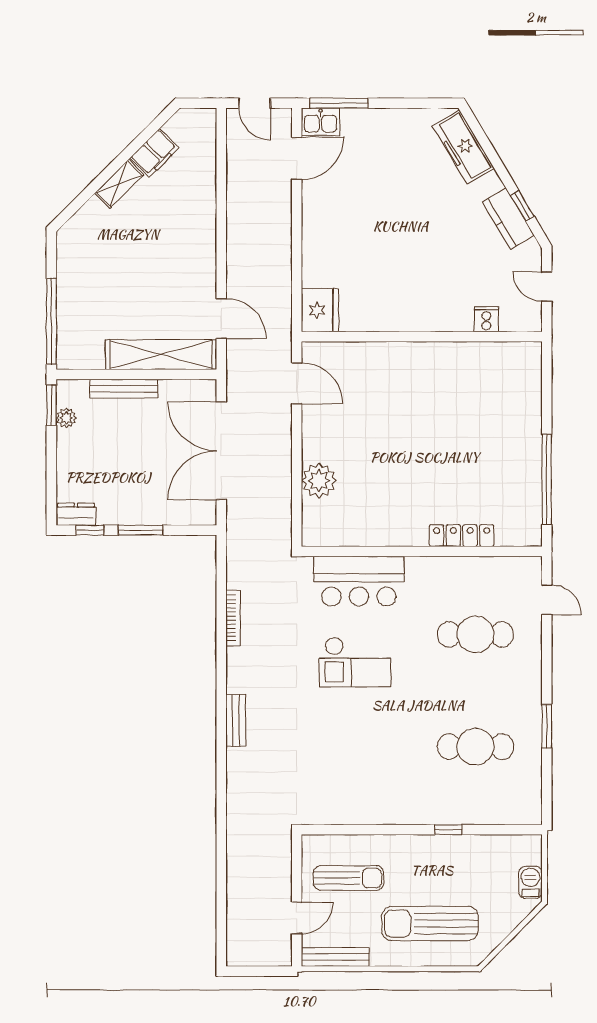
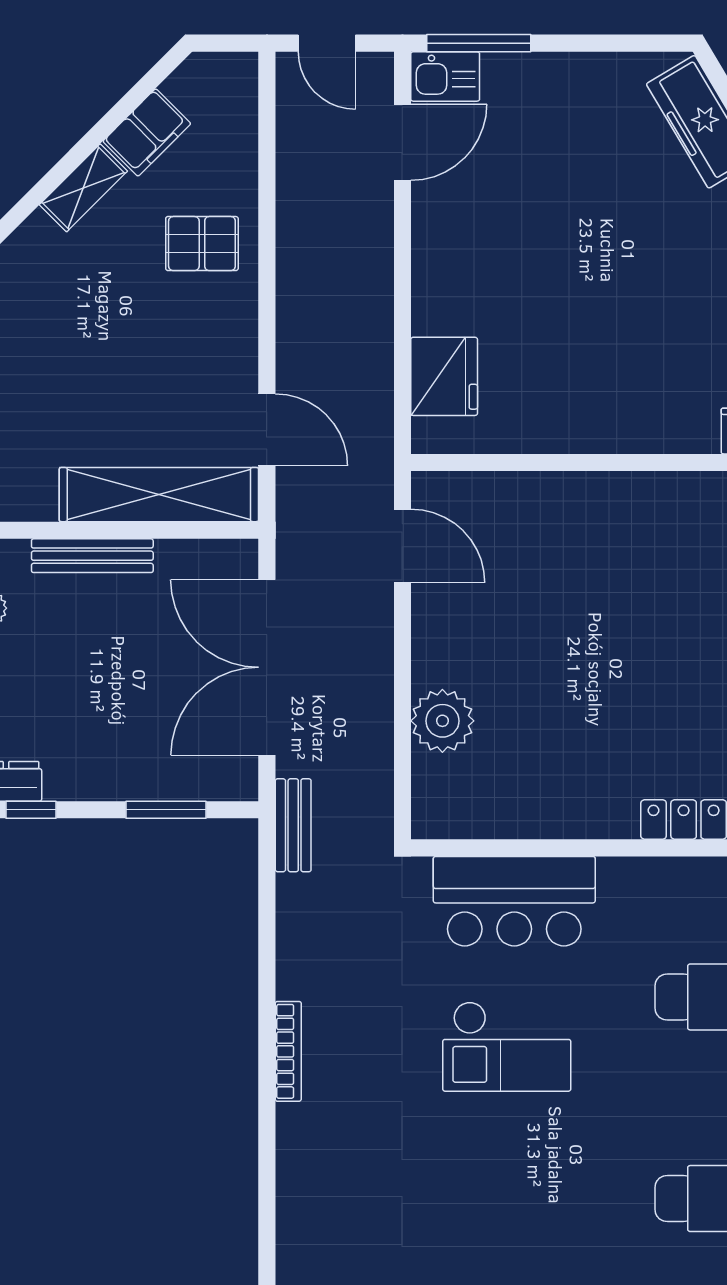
pallet: (185, 215) -> (202, 244), added
fridge: (320, 310) -> (444, 376), moved
window: (141, 530) -> (166, 810), moved
bookcase: (233, 618) -> (288, 1051), moved
bench: (236, 720) -> (293, 825), moved

